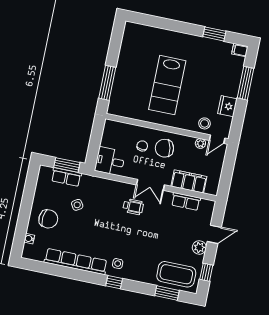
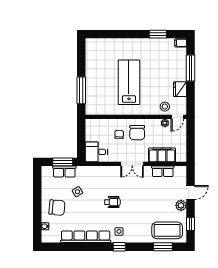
lab bench: (167, 85) -> (129, 82), turned 180
chair: (164, 148) -> (137, 133), turned -78
wheelchair: (133, 207) -> (112, 202), moved

